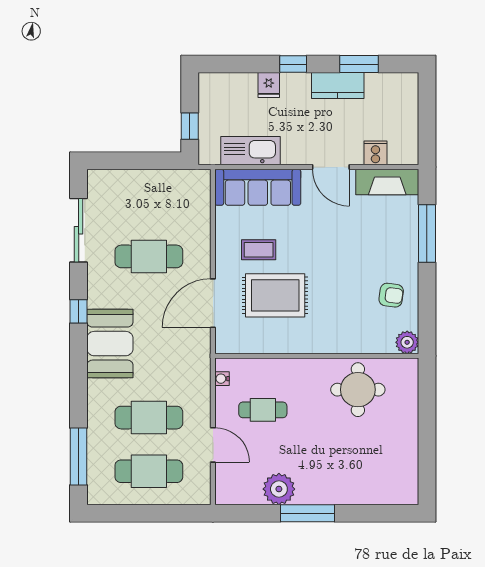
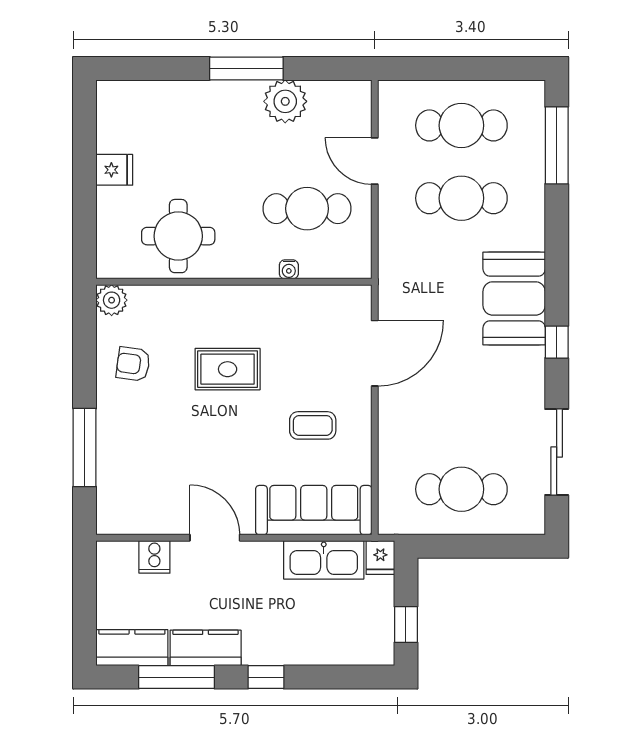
window: (359, 64) -> (177, 677), width x1.44
fridge: (269, 85) -> (380, 557), moved, turned 180
kitchen counter: (392, 86) -> (132, 648), added
window: (190, 126) -> (406, 625), moved
fireplace: (387, 182) -> (138, 517), removed
cafe table: (149, 256) -> (461, 489), moved
rug: (275, 295) -> (228, 369), moved, width x0.73, depth x0.70
water cooler: (222, 379) -> (289, 269), moved, turned 90
cafe table: (263, 410) -> (307, 209), width x1.37, depth x1.35
fridge: (405, 439) -> (114, 170), added

